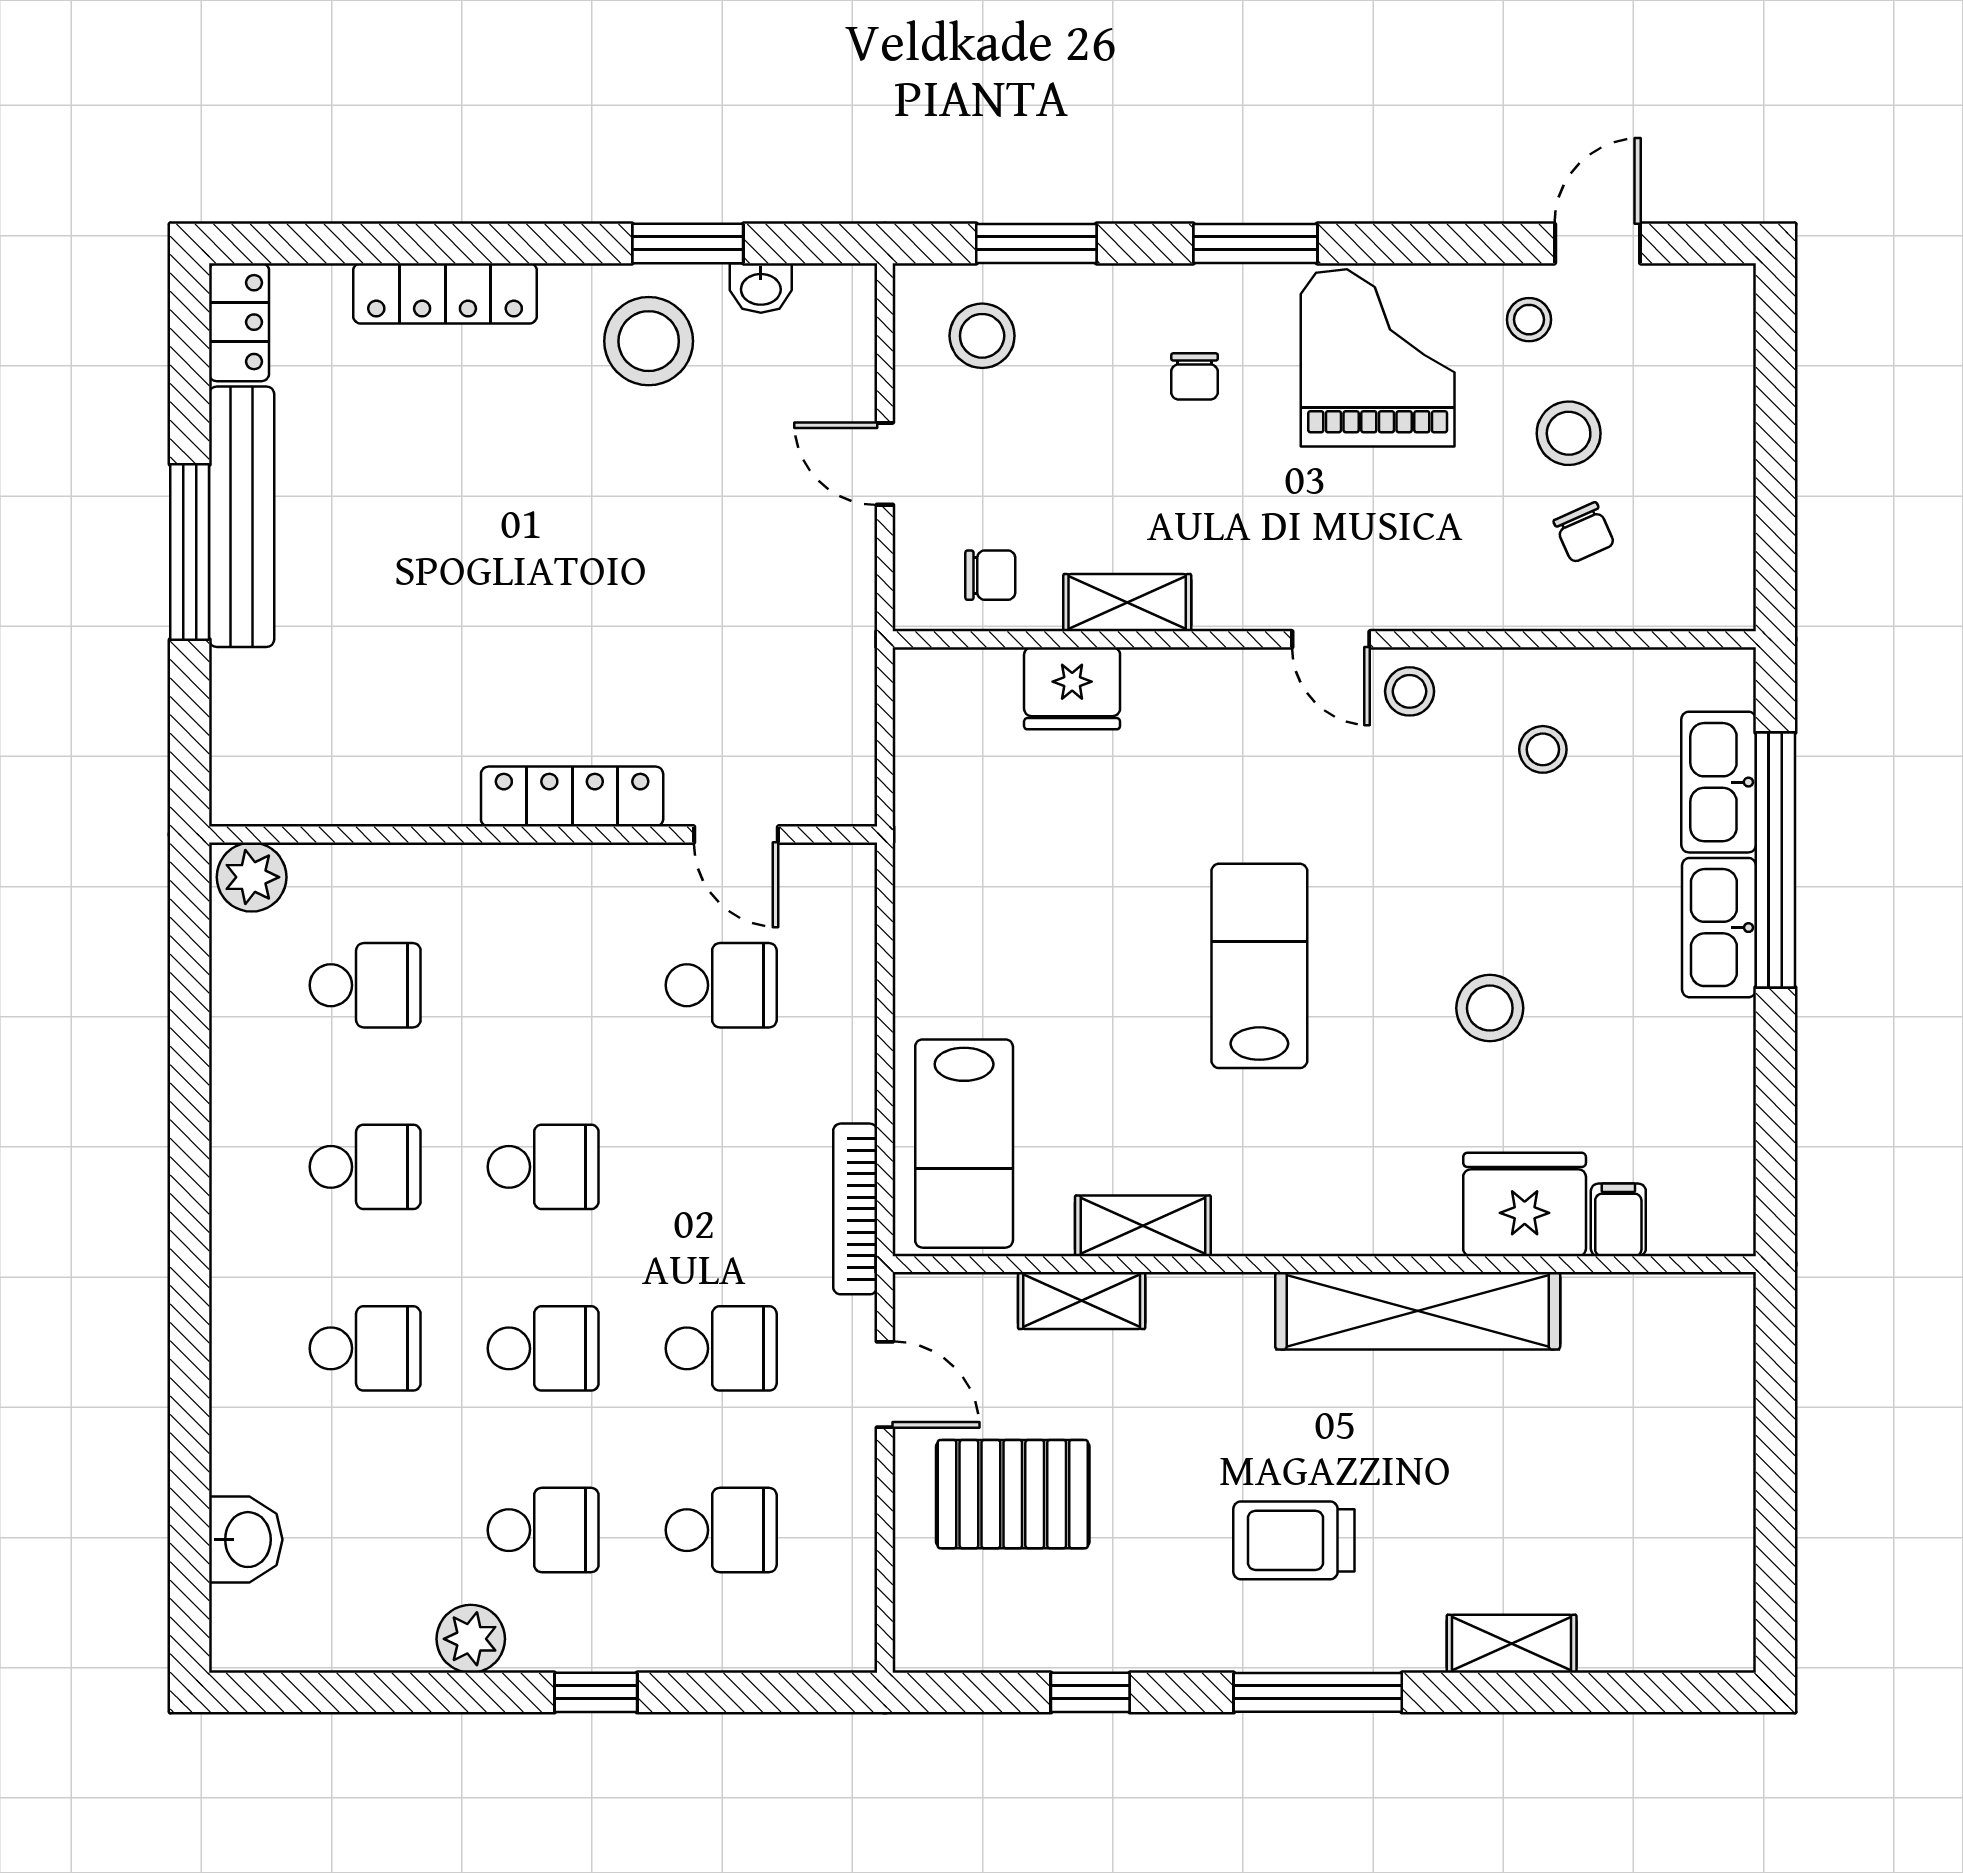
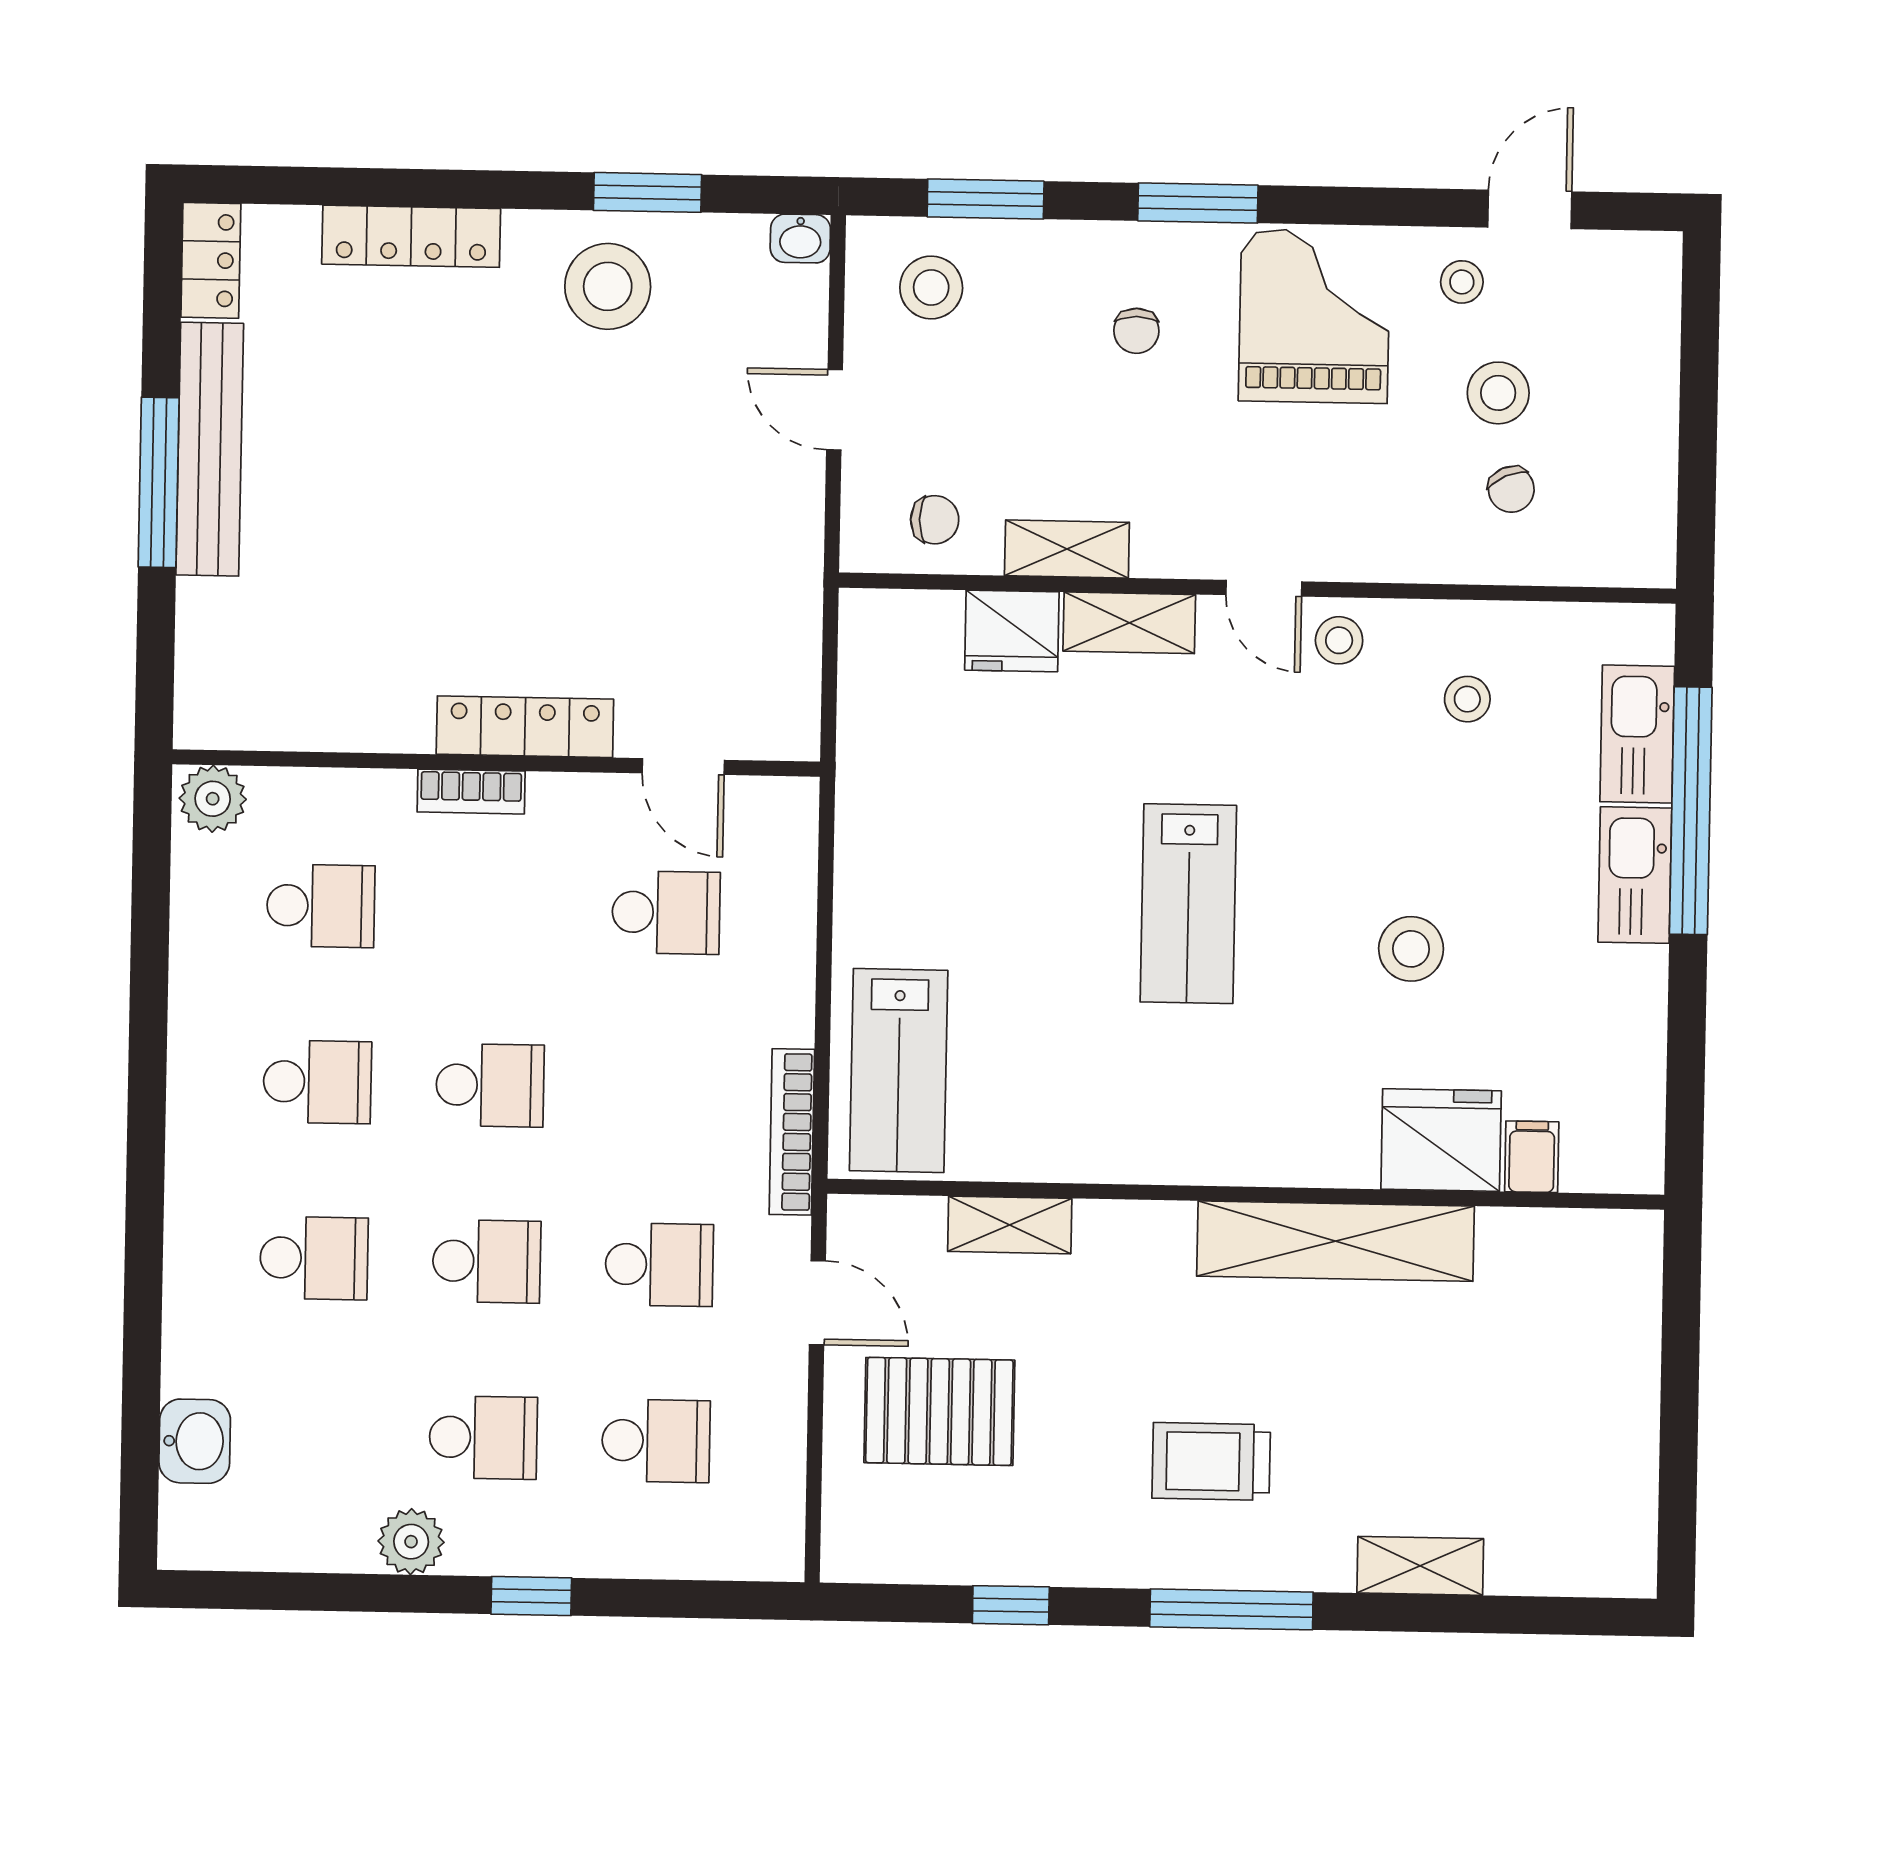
washbasin: (761, 288) -> (800, 239), moved
bookcase: (518, 864) -> (471, 792), added
lab bench: (1259, 966) -> (1188, 904), turned 180
shelving: (1143, 1226) -> (1129, 623), moved

